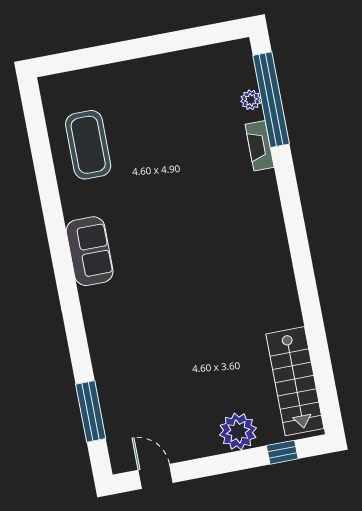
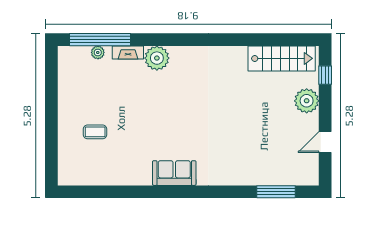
coffee table: (88, 145) -> (95, 132), moved, width x0.54, depth x0.58
plant: (259, 191) -> (157, 58), added
door: (156, 476) -> (325, 142), moved

